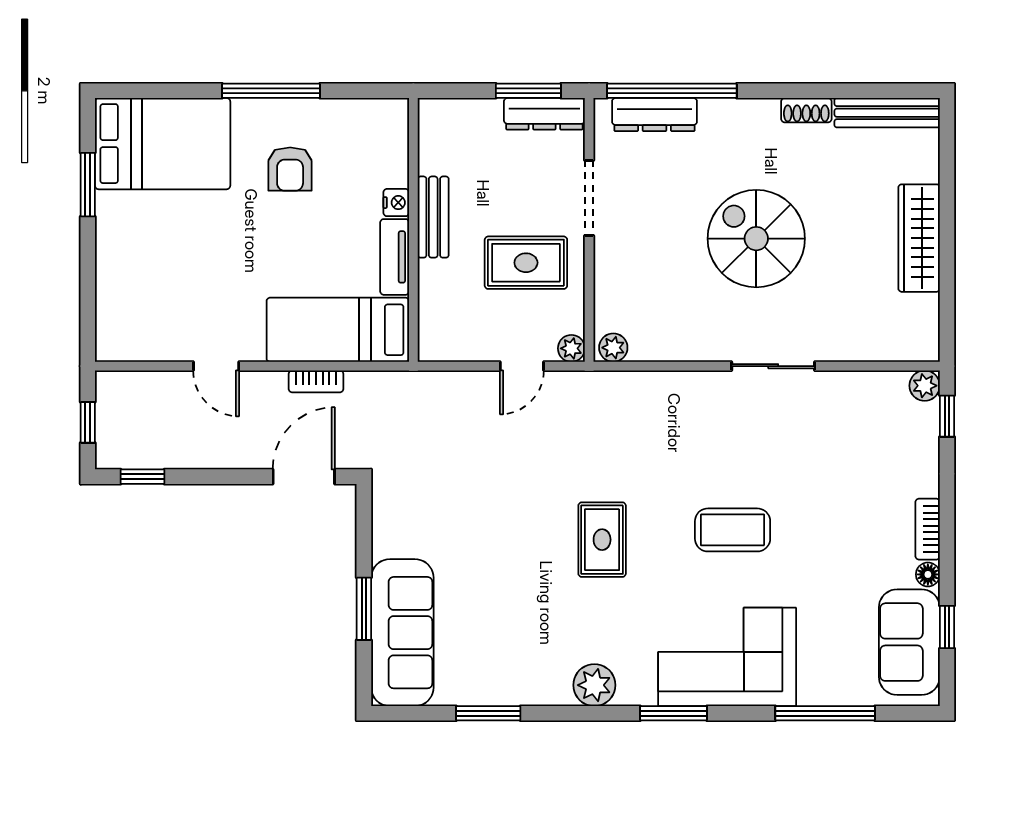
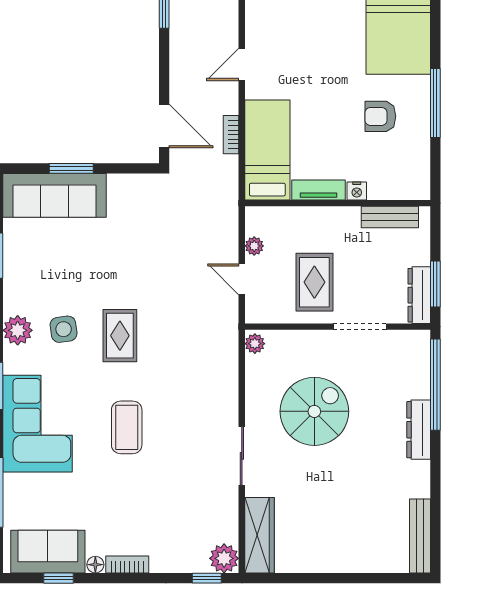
shoe rack: (806, 110) -> (422, 479), removed
dresser: (655, 115) -> (419, 430), moved
bench: (433, 217) -> (390, 217), moved
wardrobe: (919, 238) -> (259, 535), moved, turned 90
spiral stairs: (756, 239) -> (314, 411), moved
plant: (571, 348) -> (254, 246), moved
plant: (925, 386) -> (224, 558), width x1.38, depth x1.38
rug: (602, 540) -> (120, 336), turned 90
side table: (593, 620) -> (64, 329), added

